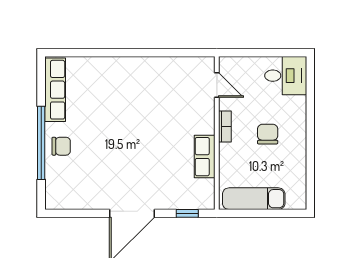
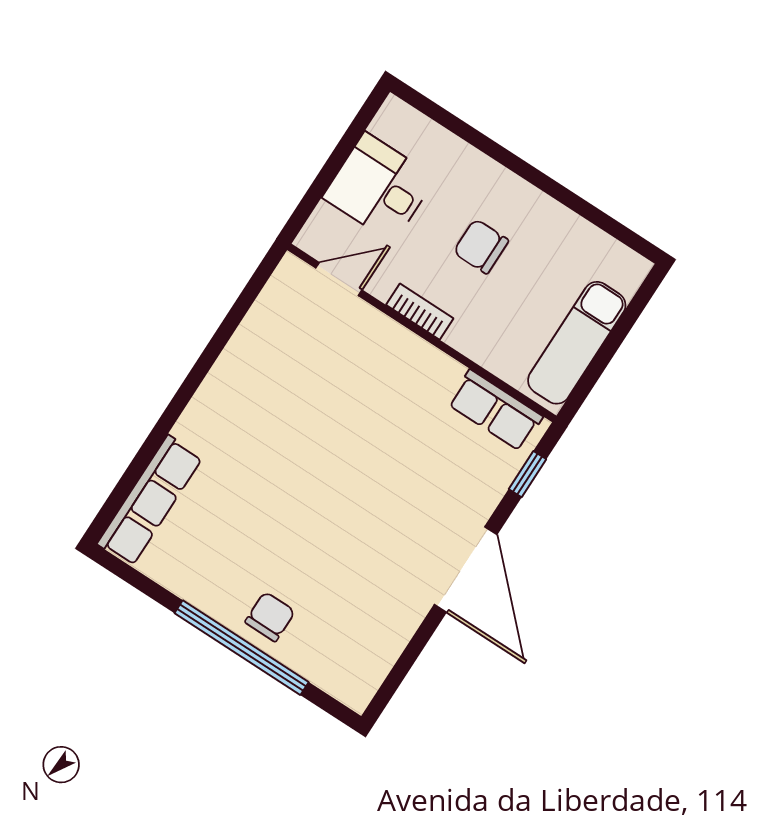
desk: (286, 76) -> (379, 187), moved, turned -90
row of seats: (55, 90) -> (150, 501), moved, turned 90
row of seats: (205, 157) -> (495, 410), moved

